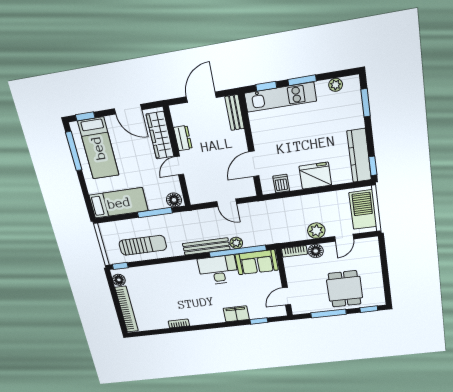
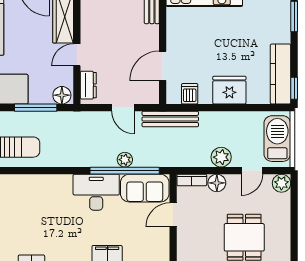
dresser: (183, 138) -> (88, 85), moved
plant: (371, 244) -> (281, 183), added
bench: (206, 246) -> (170, 119), moved
door: (287, 296) -> (173, 215), moved

